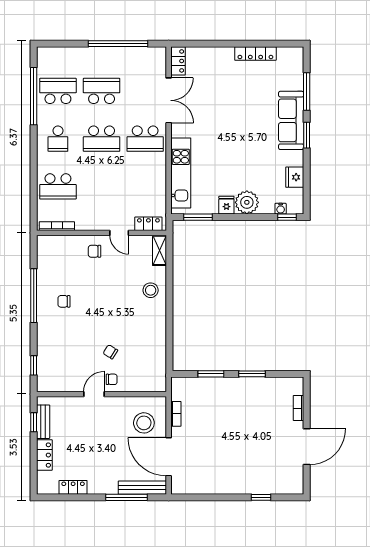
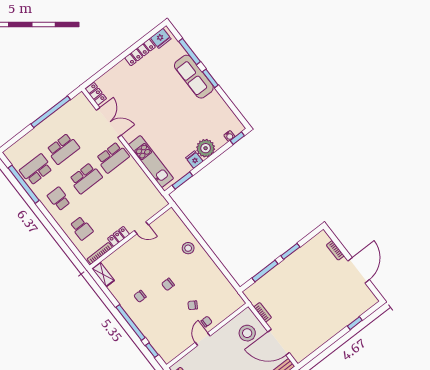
school desk: (102, 91) -> (63, 149), turned 180
school desk: (58, 139) -> (59, 199), turned 180
fridge: (295, 177) -> (161, 38), moved, turned -90
school desk: (58, 186) -> (82, 228), width x0.54
locker: (148, 224) -> (119, 236), moved
shelving: (160, 250) -> (103, 275), moved
chair: (95, 251) -> (168, 284), moved
window: (34, 296) -> (130, 322), moved
window: (211, 374) -> (265, 271), width x1.44

